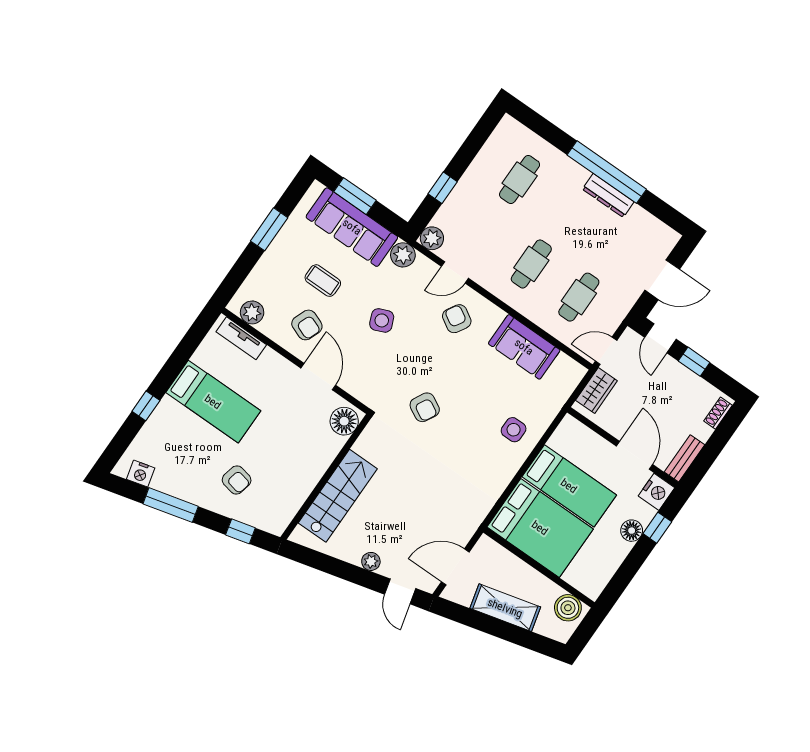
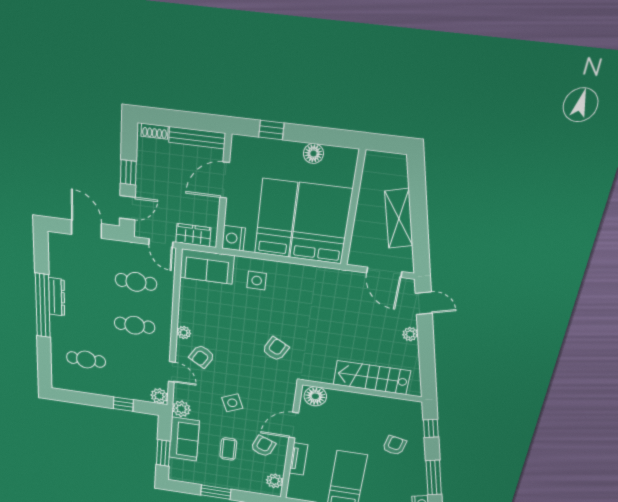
sofa: (352, 227) -> (184, 439), width x0.73
plant: (495, 315) -> (184, 333), added
tv unit: (241, 338) -> (298, 459), moved
sofa: (524, 347) -> (207, 267), moved, turned 90
bench: (684, 458) -> (197, 138), width x1.36
nightstand: (656, 492) -> (233, 238), moved, turned -90
floor lamp: (632, 531) -> (313, 153), moved
door: (400, 591) -> (424, 303), hinge flipped
boiler: (568, 608) -> (375, 168), removed

